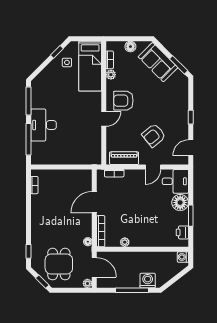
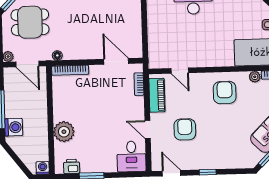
door: (104, 119) -> (180, 71), moved
armchair: (154, 135) -> (185, 129), turned 39
door: (94, 202) -> (116, 61), moved
floor lamp: (180, 203) -> (107, 163), removed
plant: (125, 242) -> (64, 132), moved, width x1.87, depth x1.87
door: (94, 267) -> (27, 64), hinge flipped

